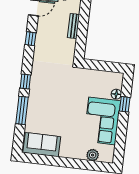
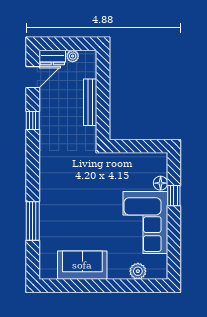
bench: (74, 26) -> (90, 102), width x1.36
window: (25, 81) -> (33, 181), removed
sofa: (42, 145) -> (82, 265), moved

